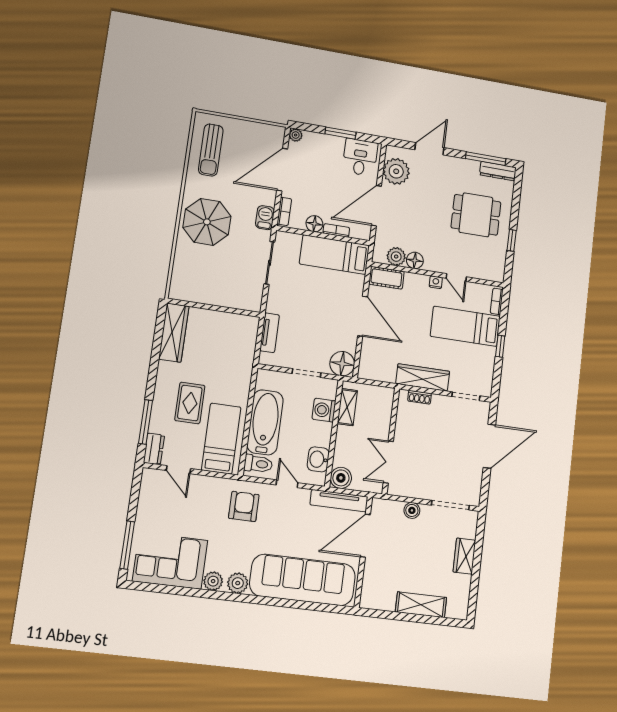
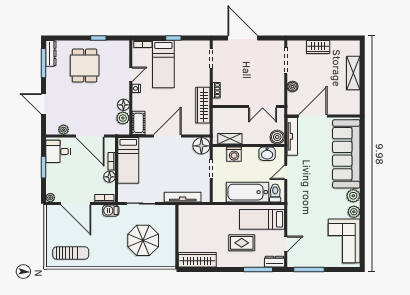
plant: (396, 171) -> (64, 130), width x0.53, depth x0.53
parasol: (207, 222) -> (143, 240), moved
tv unit: (270, 333) -> (183, 197), width x1.41
wardrobe: (423, 378) -> (203, 105), moved
armchair: (244, 506) -> (304, 199), removed
door: (365, 536) -> (313, 116), swing flipped
window: (127, 545) -> (309, 269), moved

